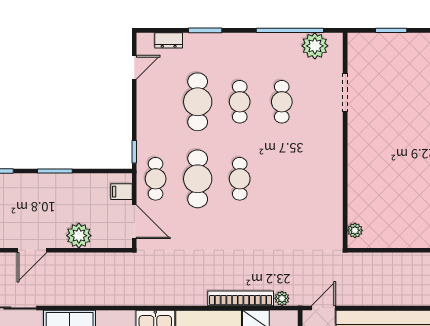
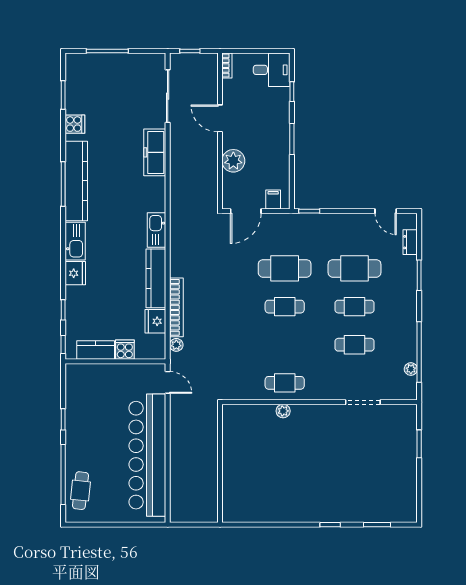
plant: (315, 46) -> (411, 369), width x0.53, depth x0.53
cafe table: (156, 179) -> (285, 383), moved
plant: (355, 230) -> (283, 411), moved

